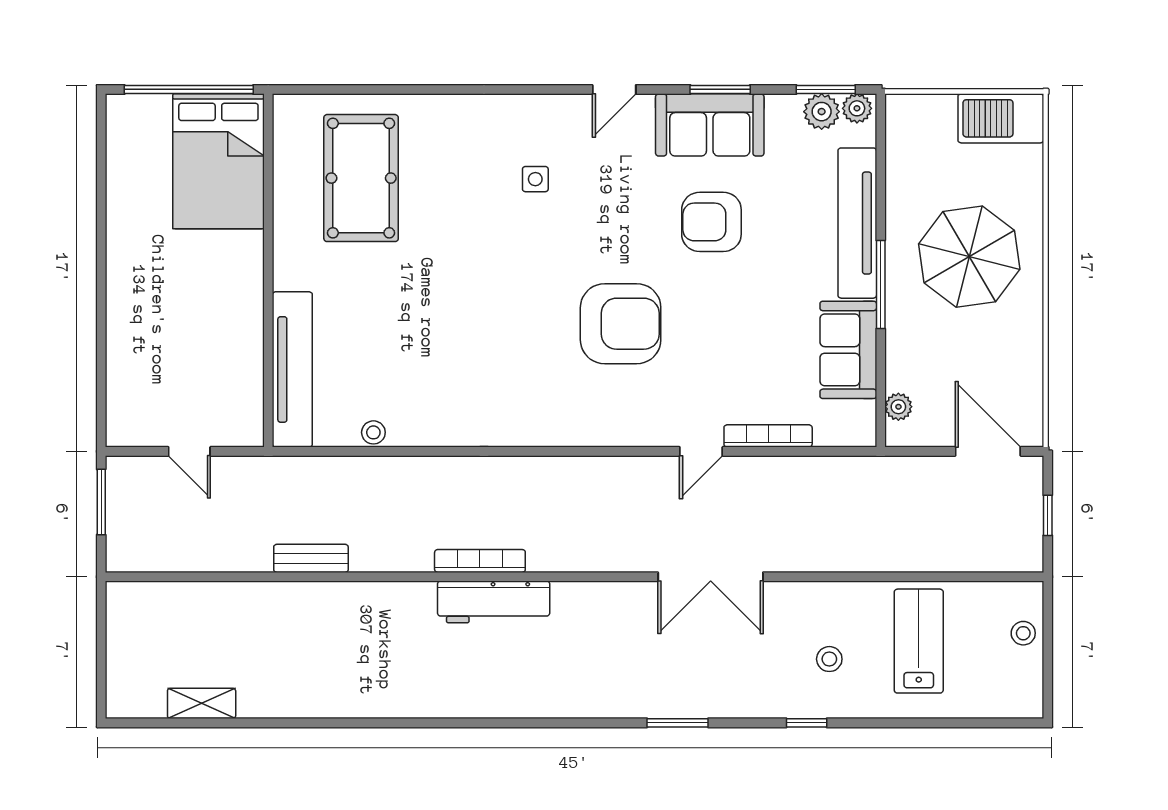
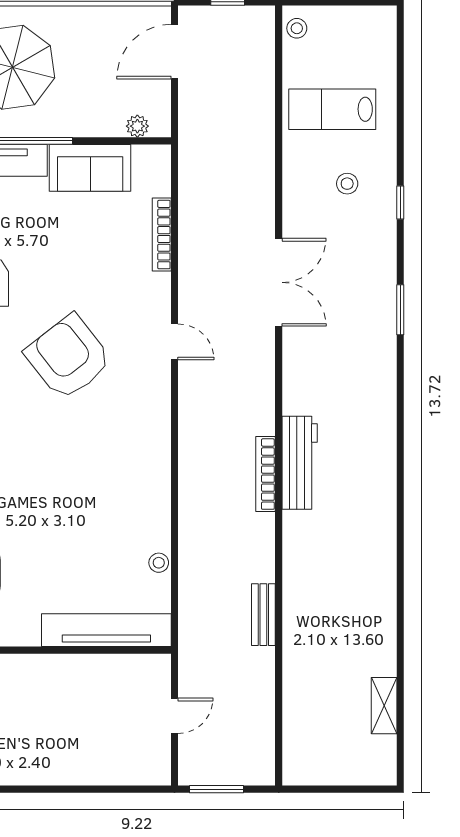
armchair: (621, 324) -> (68, 357), turned -38
door: (701, 451) -> (175, 342), moved
stool: (1023, 633) -> (297, 28), moved

